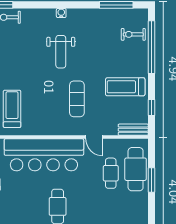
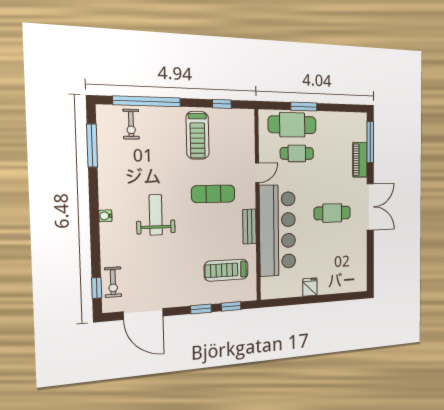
weight bench: (61, 52) -> (156, 215), turned -90
bench: (133, 130) -> (249, 226), moved

